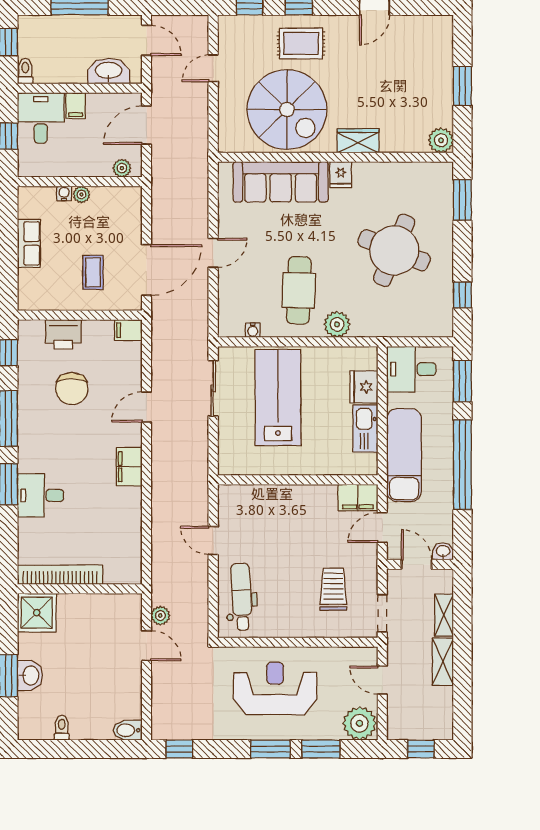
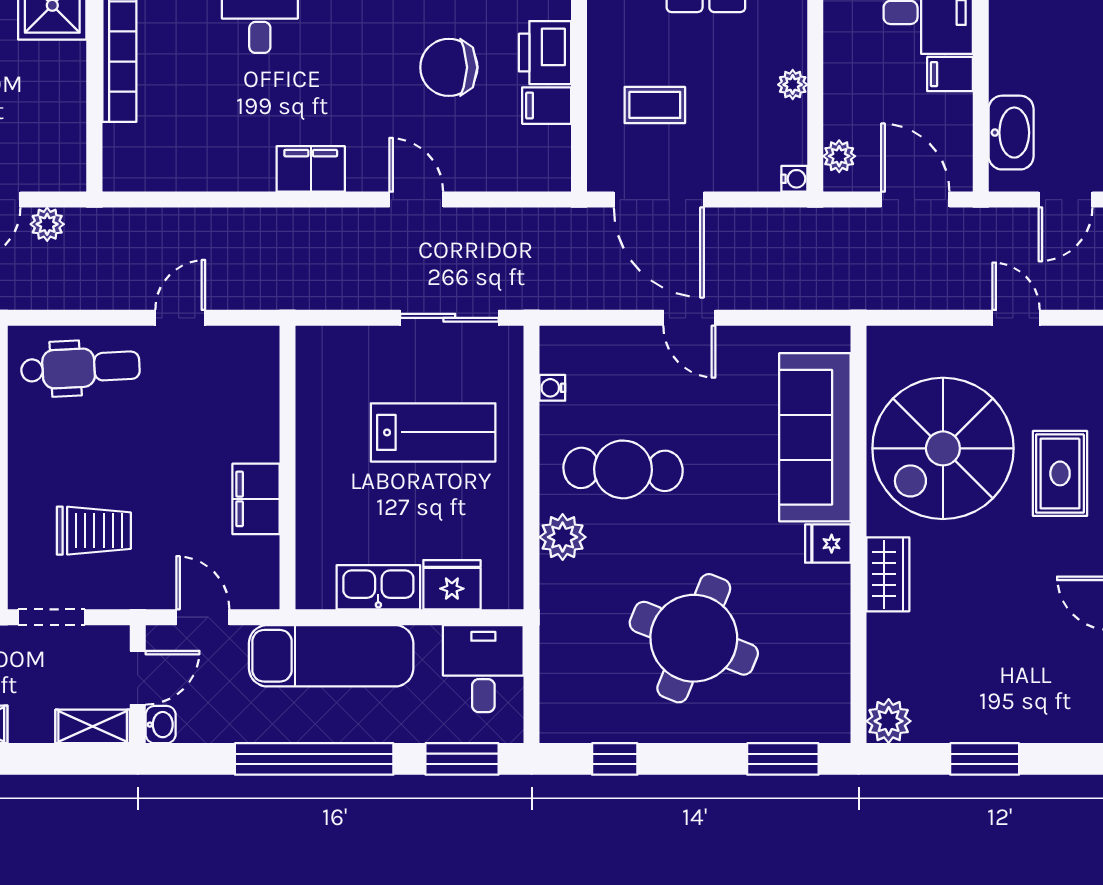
water cooler: (64, 193) -> (794, 179), moved
filing cabinet: (128, 330) -> (547, 106), moved, turned -90
lab bench: (278, 398) -> (433, 432), width x0.73, depth x0.72
filing cabinet: (358, 498) -> (256, 499), moved
shelving: (444, 615) -> (93, 726), moved

